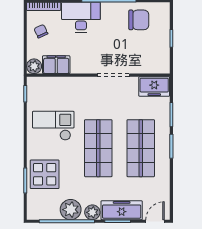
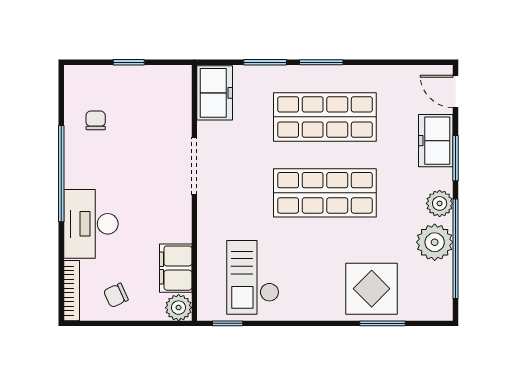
chair: (139, 20) -> (96, 120), width x0.54, depth x0.54
checkout: (53, 126) -> (253, 277), moved
freezer: (122, 210) -> (436, 141), width x0.71

